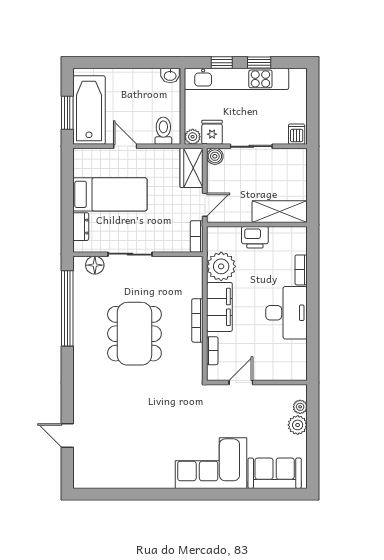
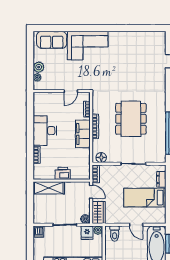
door: (205, 205) -> (91, 192), swing flipped
floor lamp: (95, 265) -> (101, 158), moved
plant: (221, 266) -> (82, 157), removed

